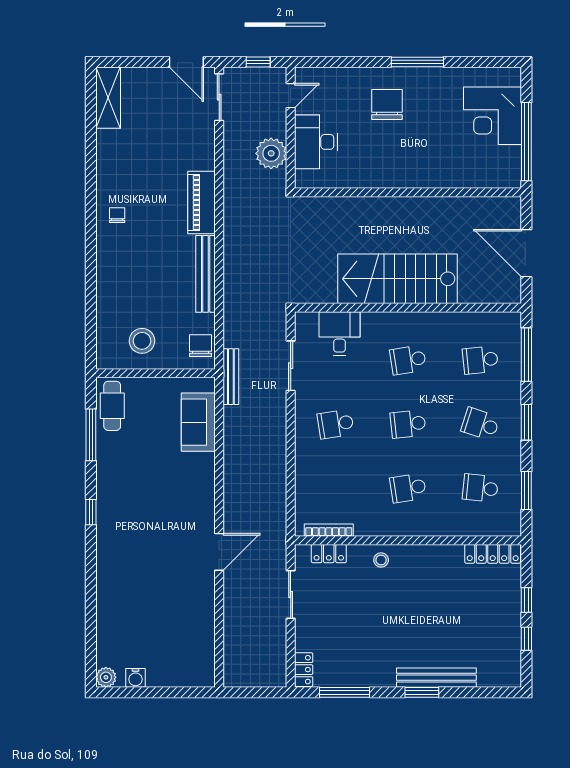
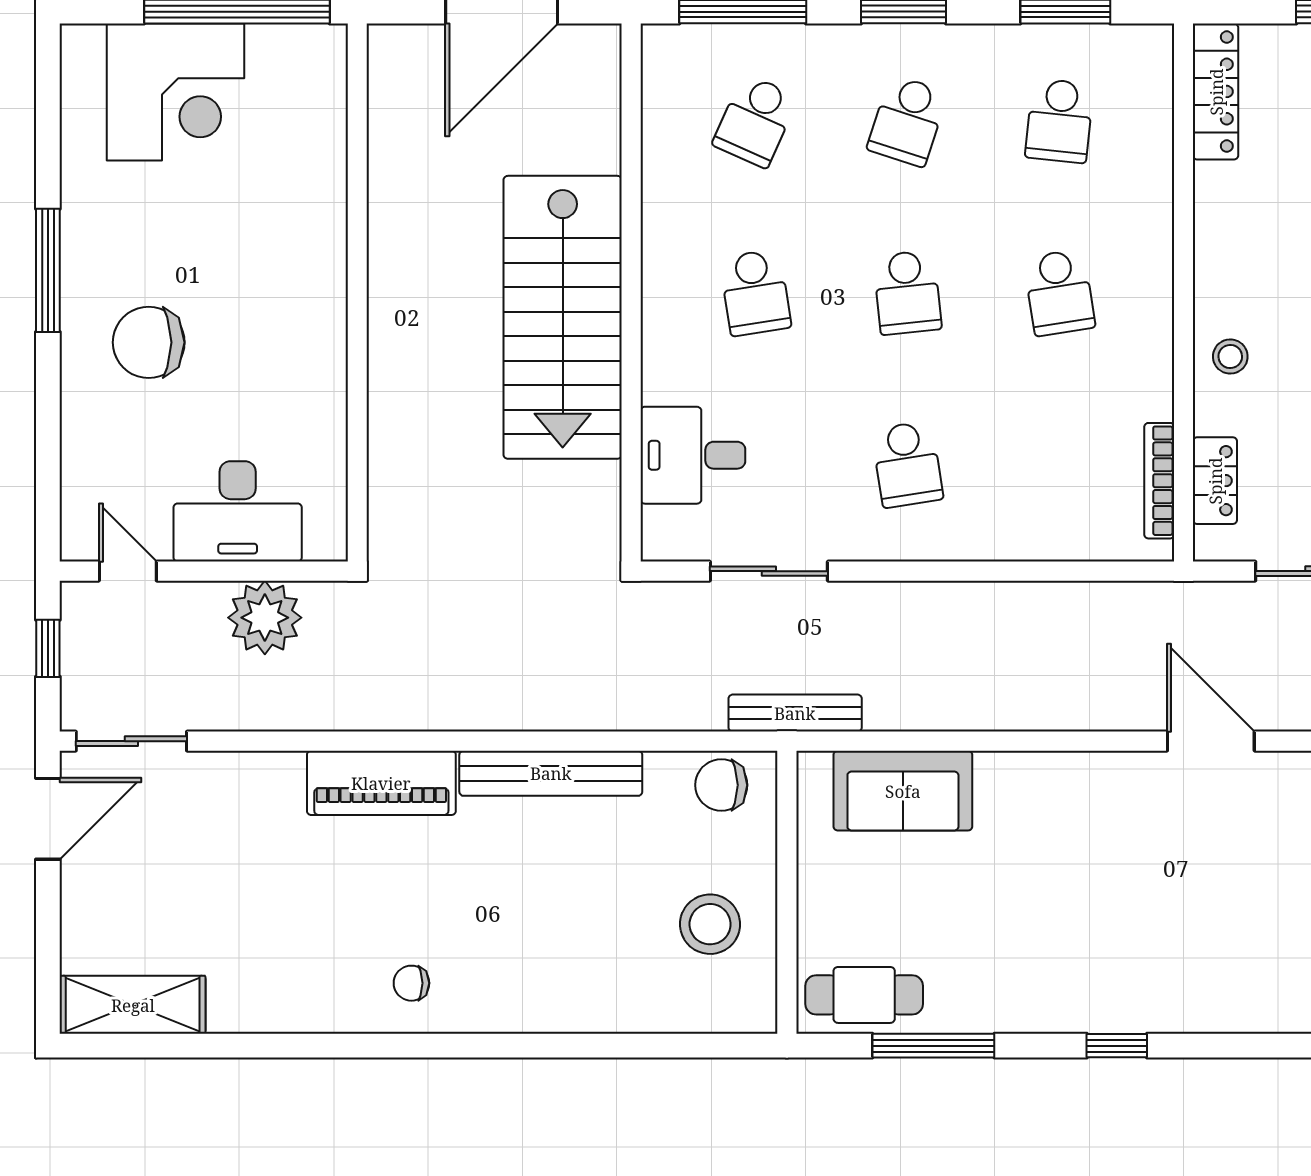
school desk: (480, 360) -> (755, 121), turned 30

